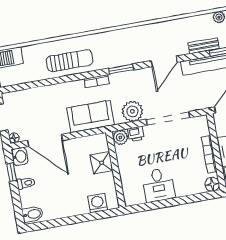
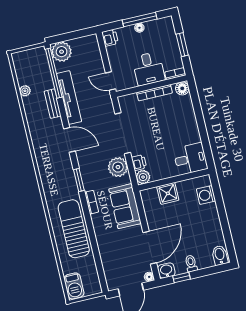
sun lounger: (70, 61) -> (74, 229), width x1.36, depth x1.34
desk: (158, 185) -> (190, 159), moved

